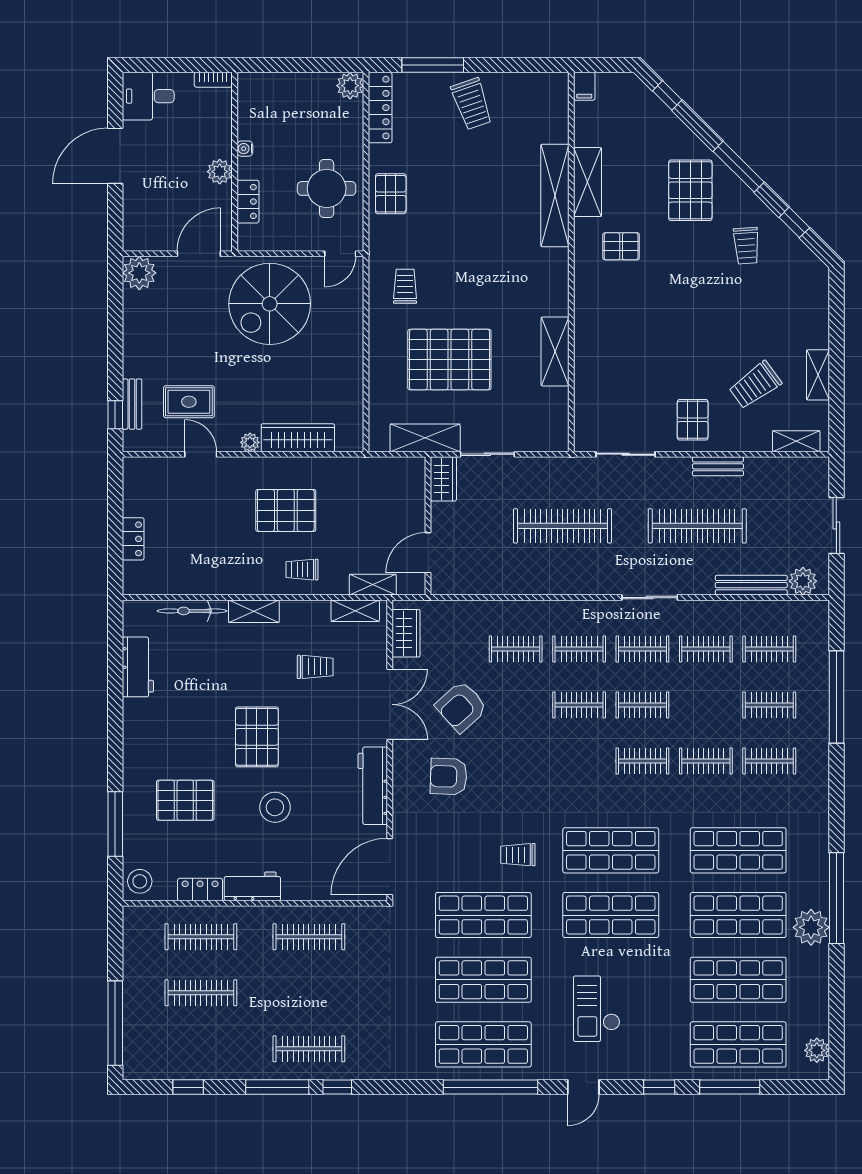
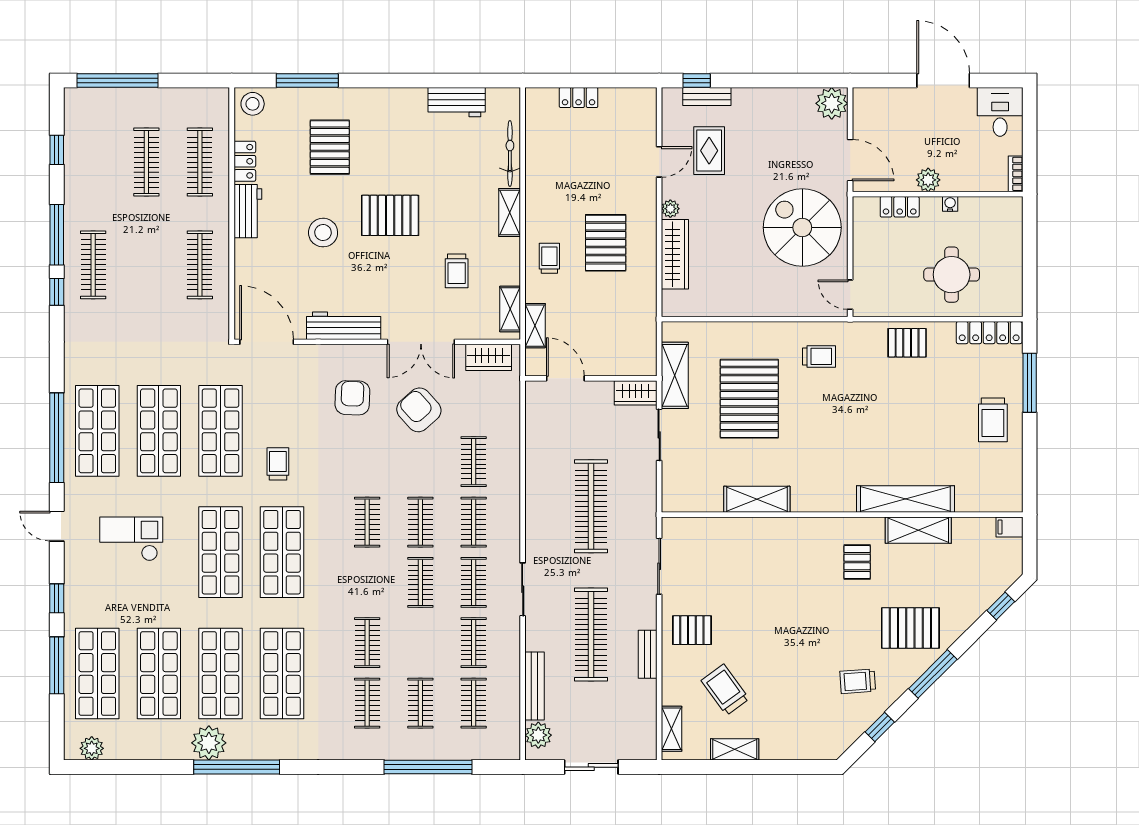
plant: (350, 86) -> (1010, 304), removed
trolley: (472, 104) -> (993, 420), turned -71
round table: (327, 188) -> (952, 275), moved
clothes rail: (642, 761) -> (367, 522), moved

